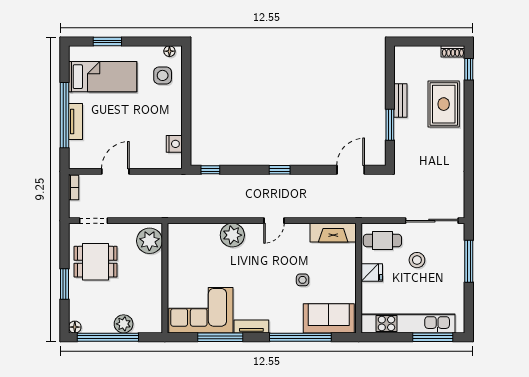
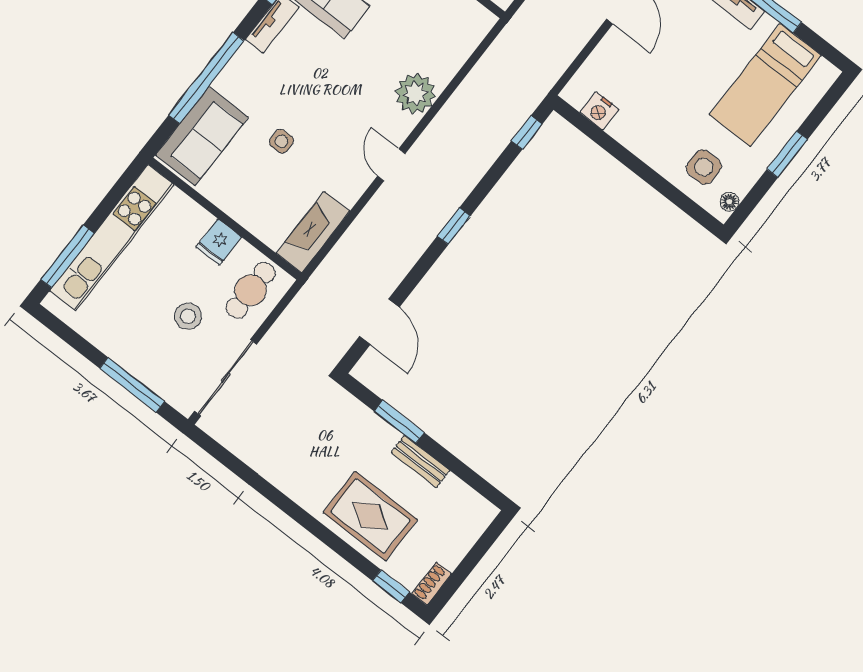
window: (107, 42) -> (787, 154), moved

